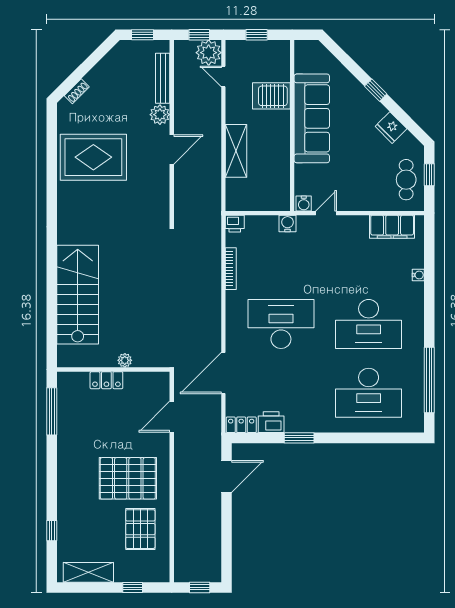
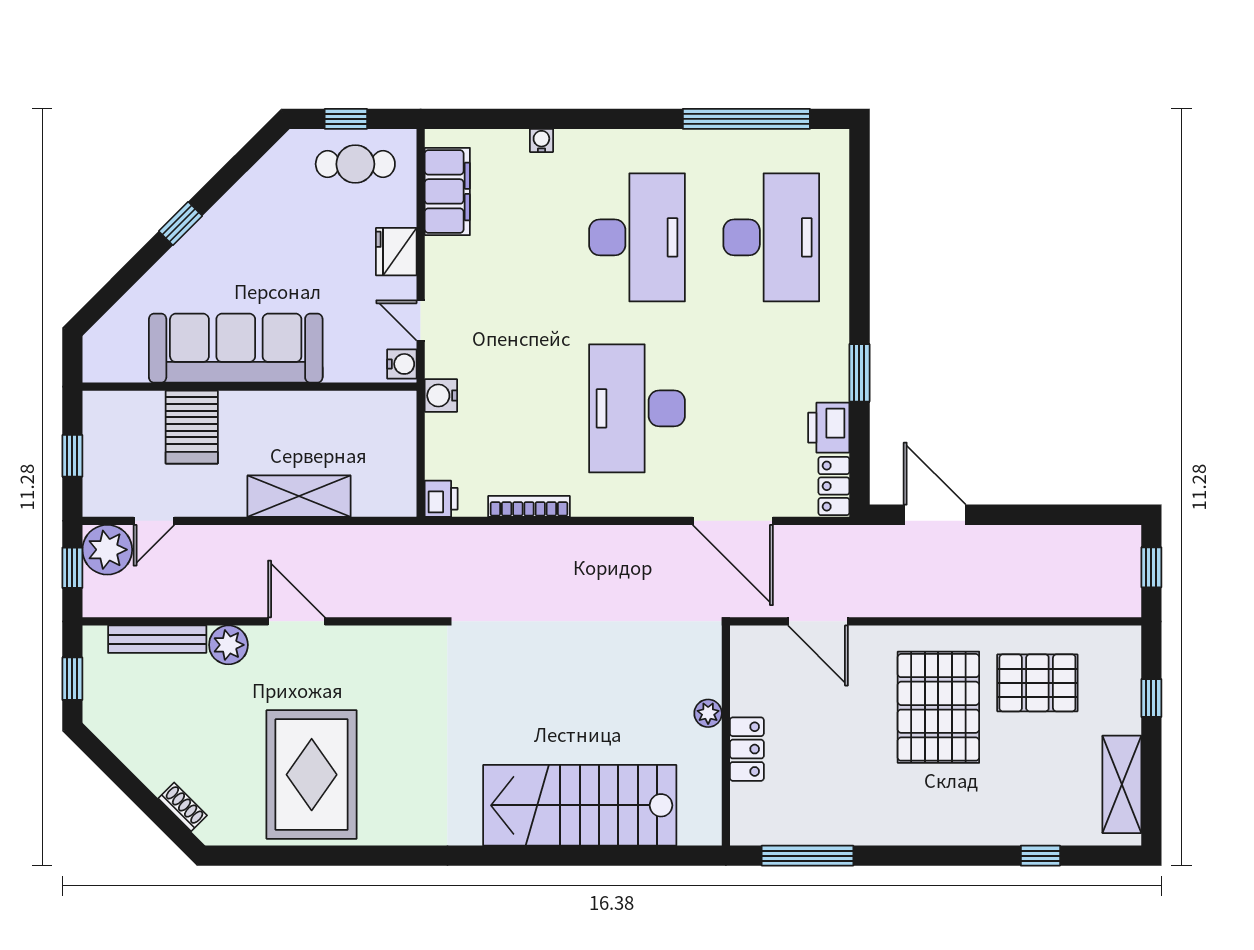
fridge: (391, 128) -> (396, 252), moved, turned 135

